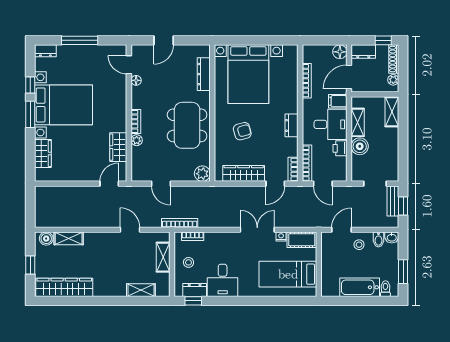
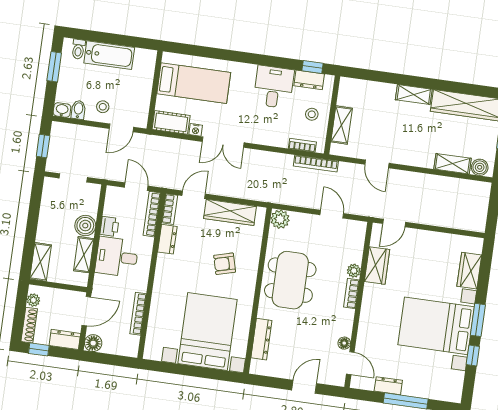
dresser: (45, 51) -> (388, 386), moved
filing cabinet: (338, 101) -> (104, 284), removed
dresser: (291, 125) -> (167, 239), moved
bench: (393, 201) -> (54, 154), removed
shelving: (141, 290) -> (414, 94), moved

